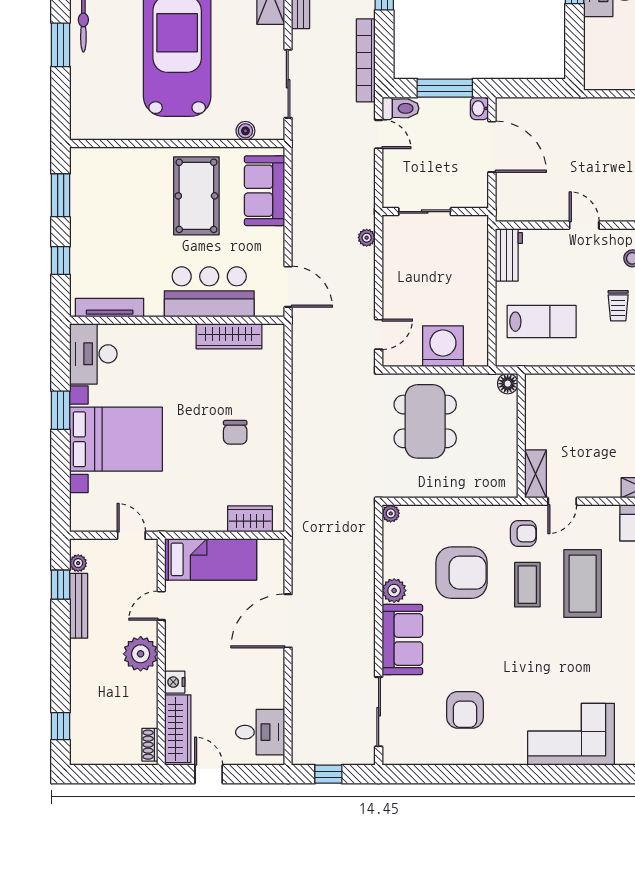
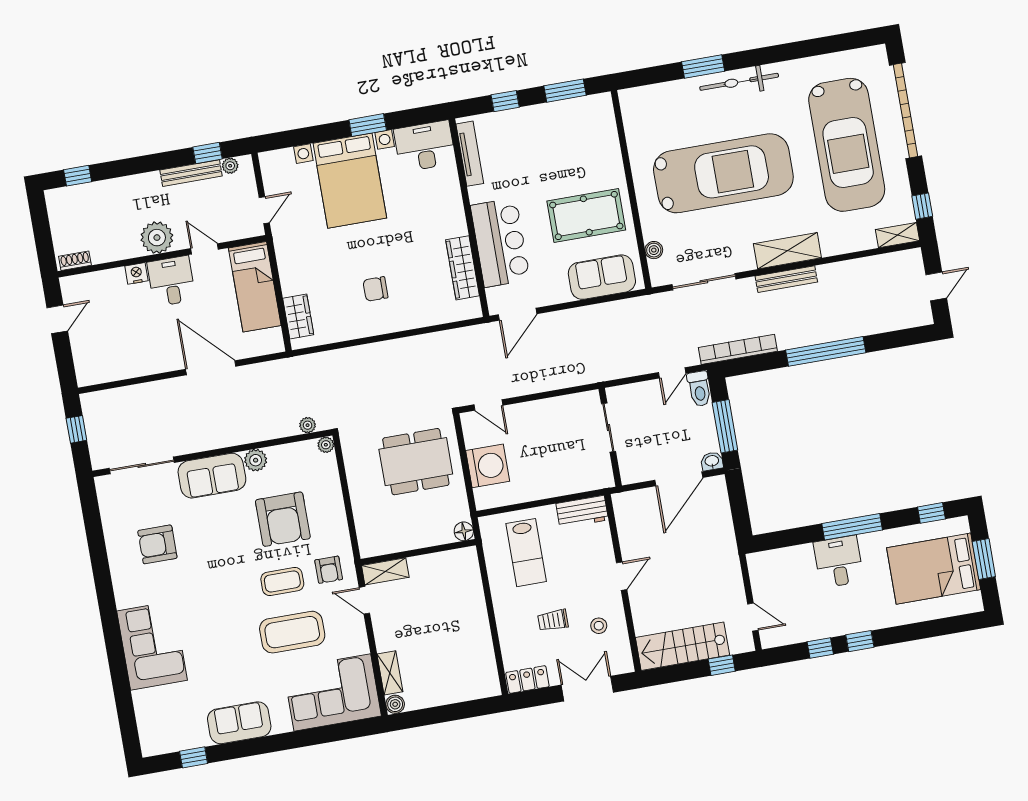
plant: (367, 238) -> (308, 425), moved
wardrobe: (178, 729) -> (94, 284), removed
desk: (260, 732) -> (171, 281), moved, turned 180

